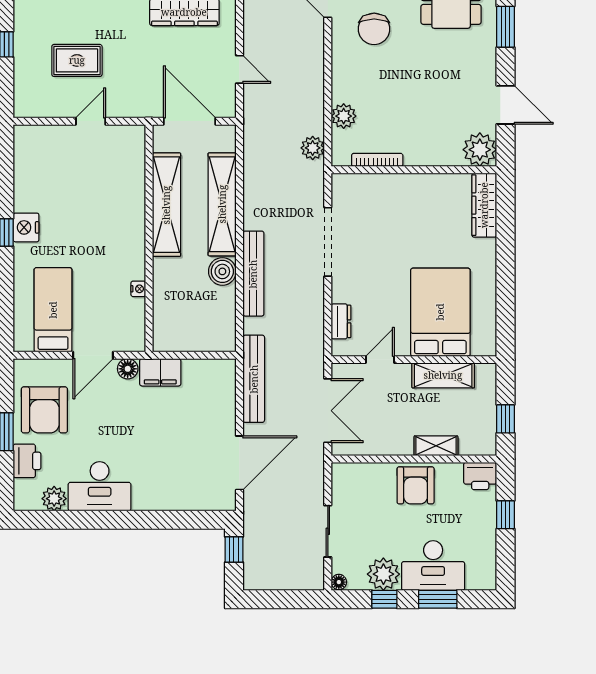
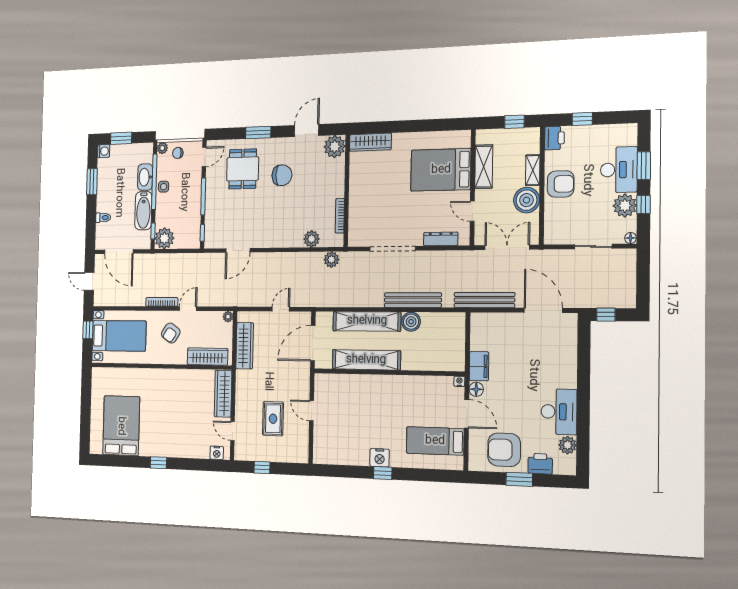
chair: (374, 29) -> (282, 175), moved
nightstand: (138, 289) -> (459, 381), moved
dresser: (341, 321) -> (441, 239), width x1.44
armchair: (44, 410) -> (504, 450), turned 180
boiler: (394, 437) -> (526, 200), added

